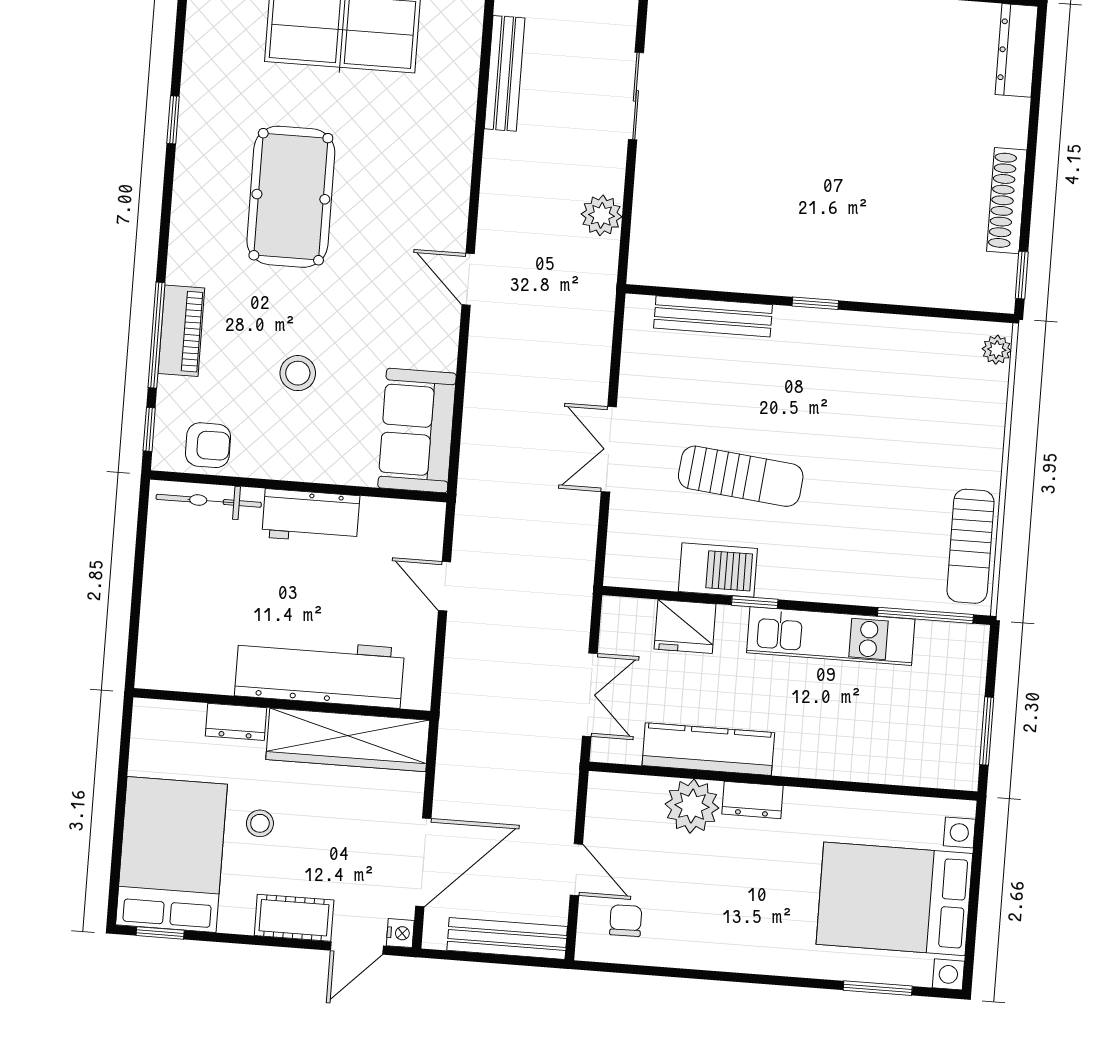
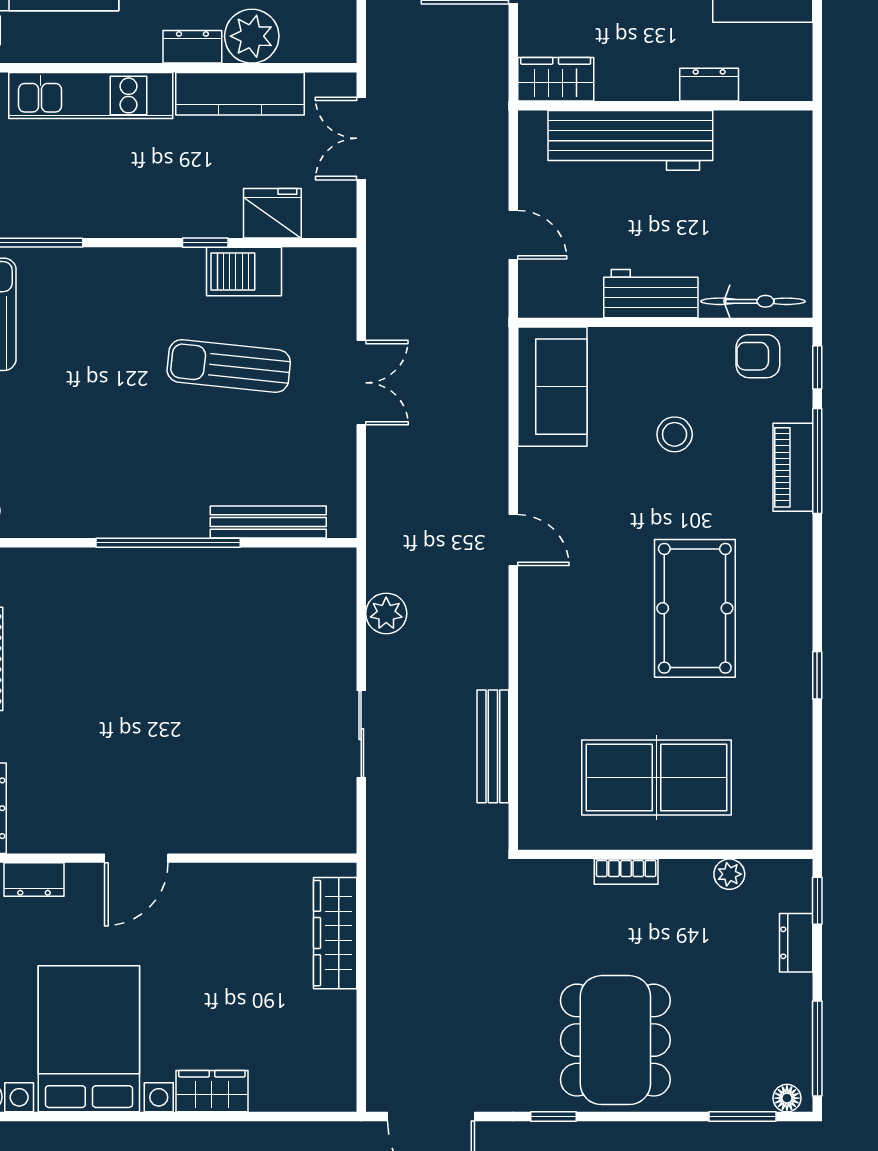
window: (815, 303) -> (168, 543), width x3.17
kitchen unit: (831, 636) -> (91, 95), moved, turned 180
wardrobe: (348, 740) -> (556, 79), width x0.48, depth x0.85

